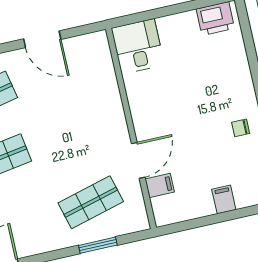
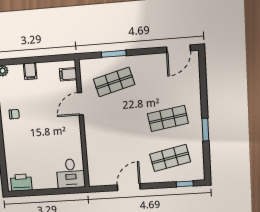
door: (42, 39) -> (129, 187), hinge flipped
filing cabinet: (160, 186) -> (68, 74), moved

